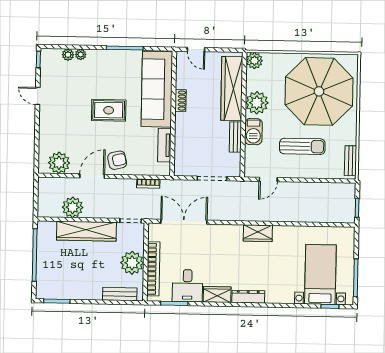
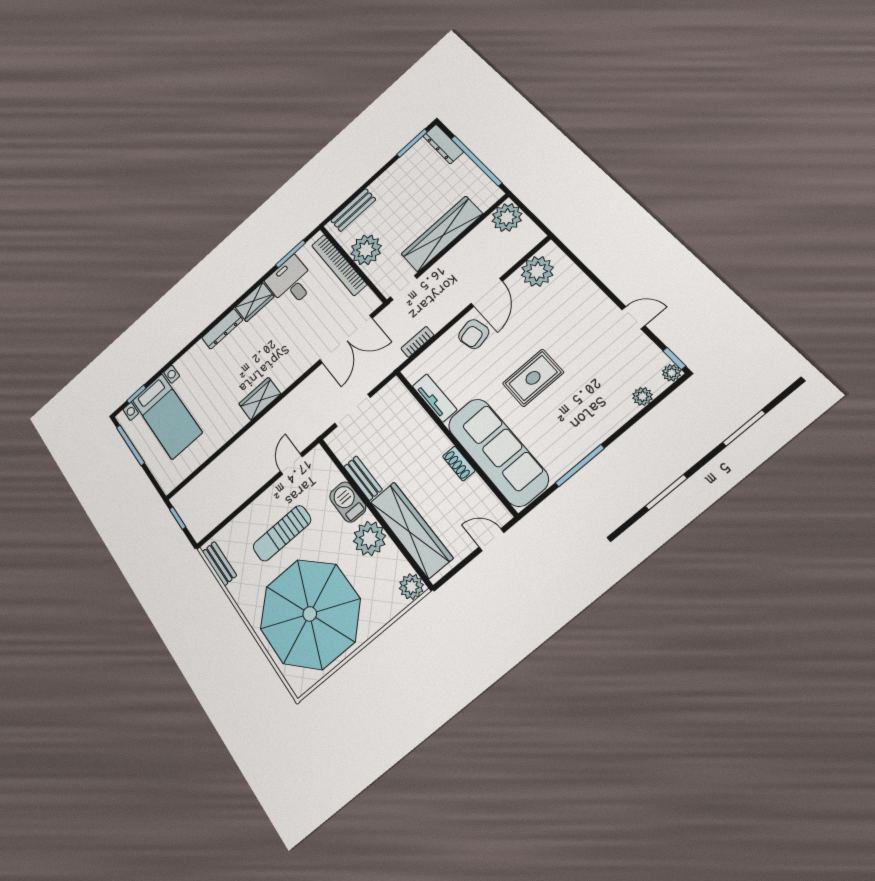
plant: (81, 54) -> (672, 373), moved
plant: (73, 207) -> (507, 217), moved
dresser: (42, 283) -> (443, 144), added

